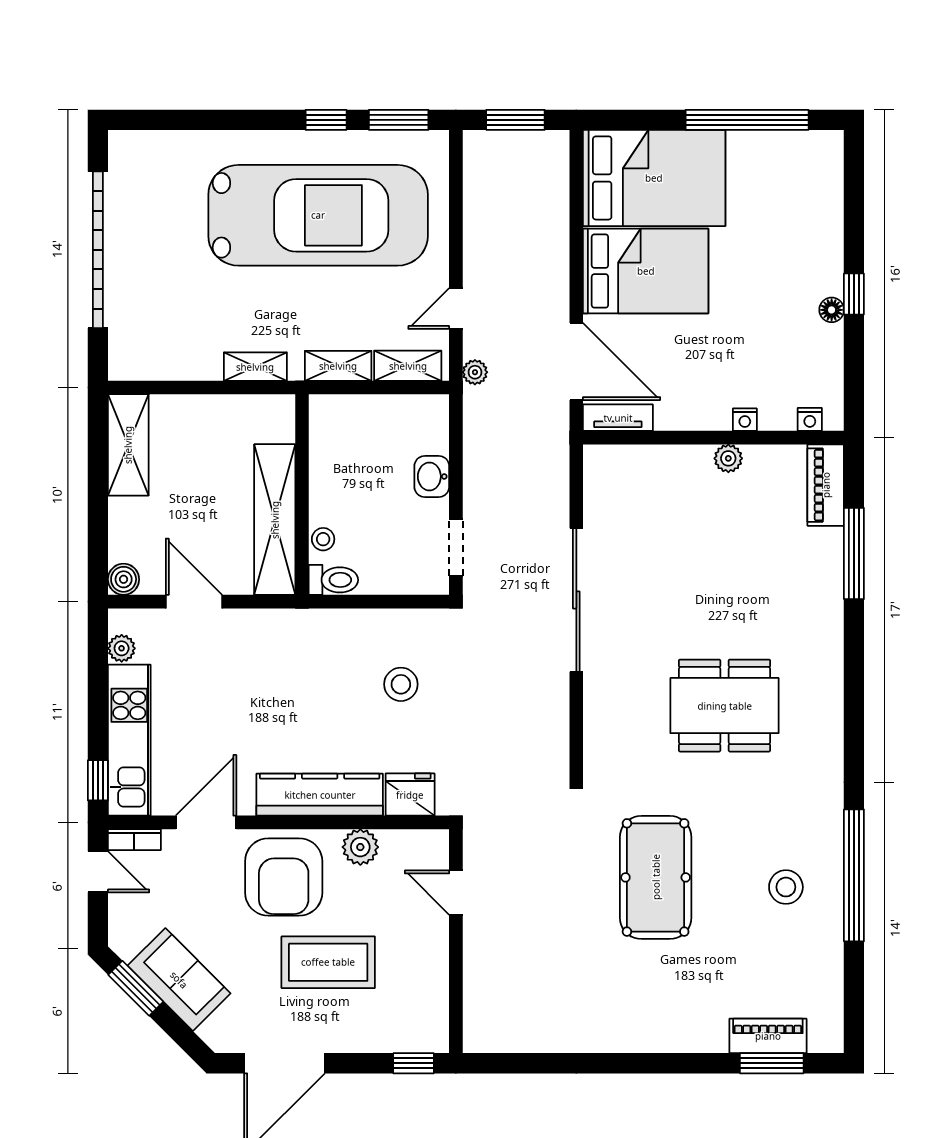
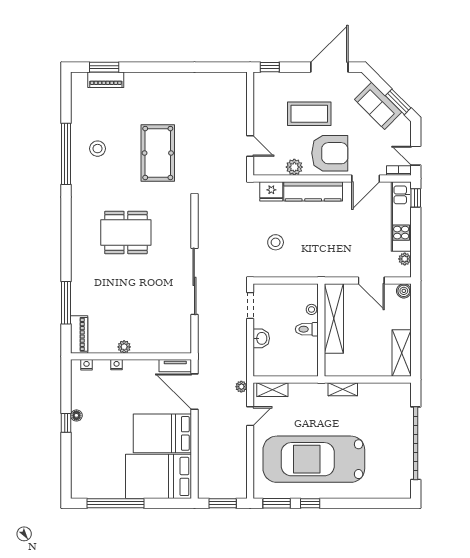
shelving: (338, 366) -> (305, 390), removed
toilet: (333, 580) -> (307, 329), moved
armchair: (284, 877) -> (330, 153), turned 90

